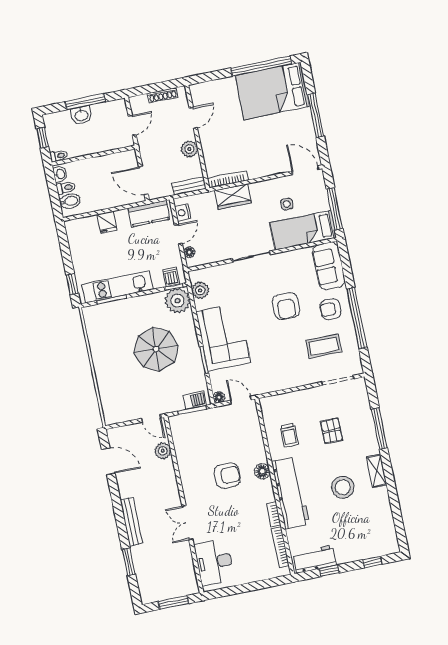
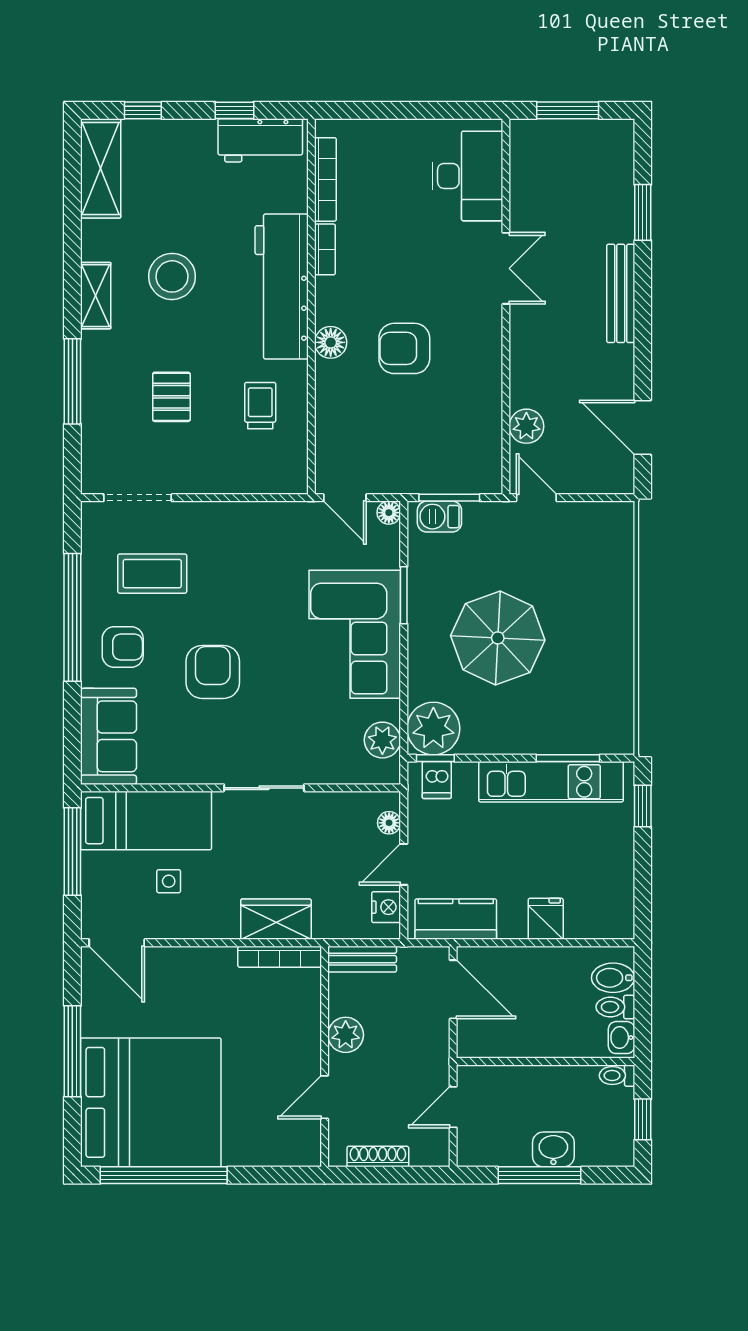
bed: (272, 91) -> (151, 1102), width x1.36
shelving: (386, 531) -> (101, 168), added

